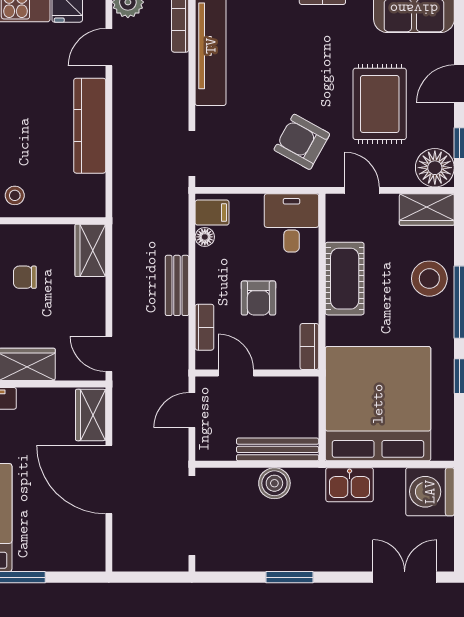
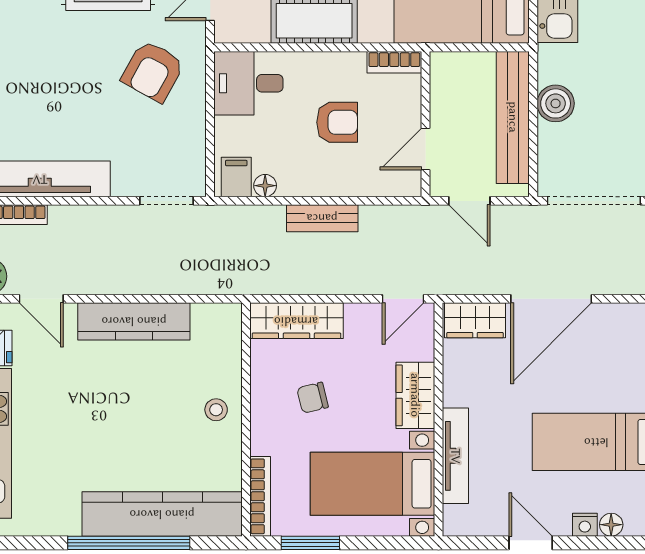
wardrobe: (90, 250) -> (296, 321), width x1.50
chair: (25, 277) -> (313, 398), turned 76
bookcase: (204, 327) -> (372, 186), removed
bench: (278, 449) -> (513, 117), width x1.37, depth x1.21

